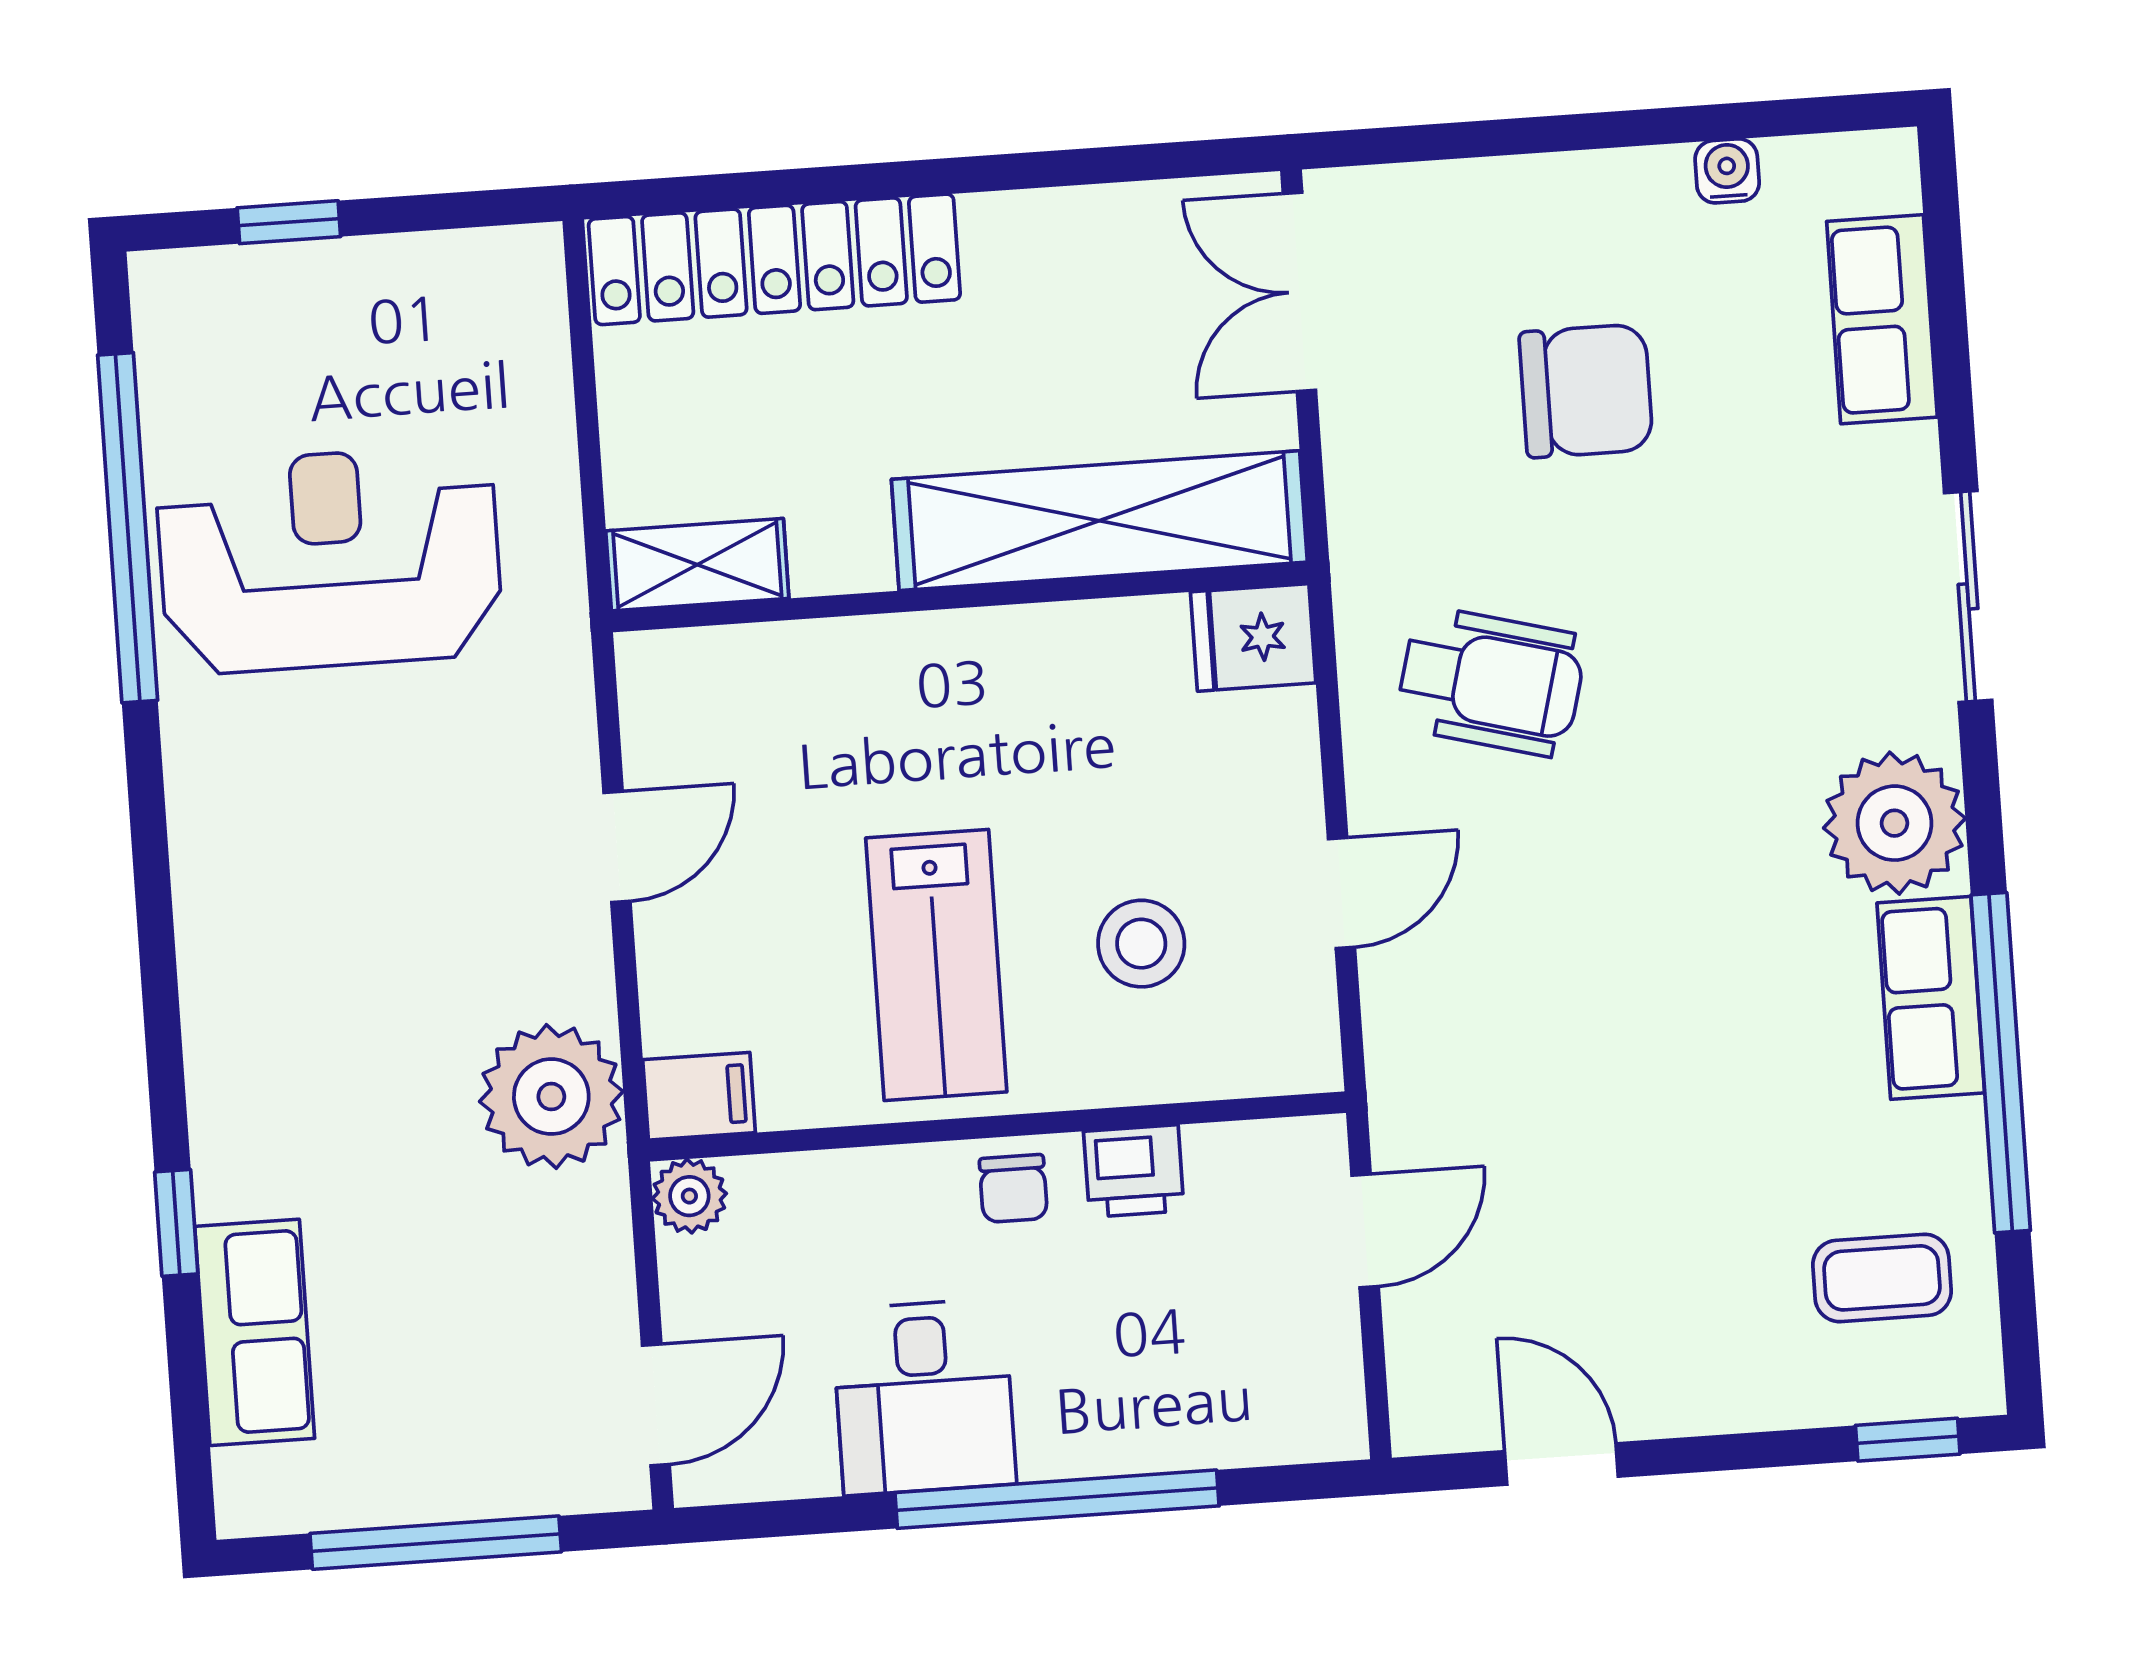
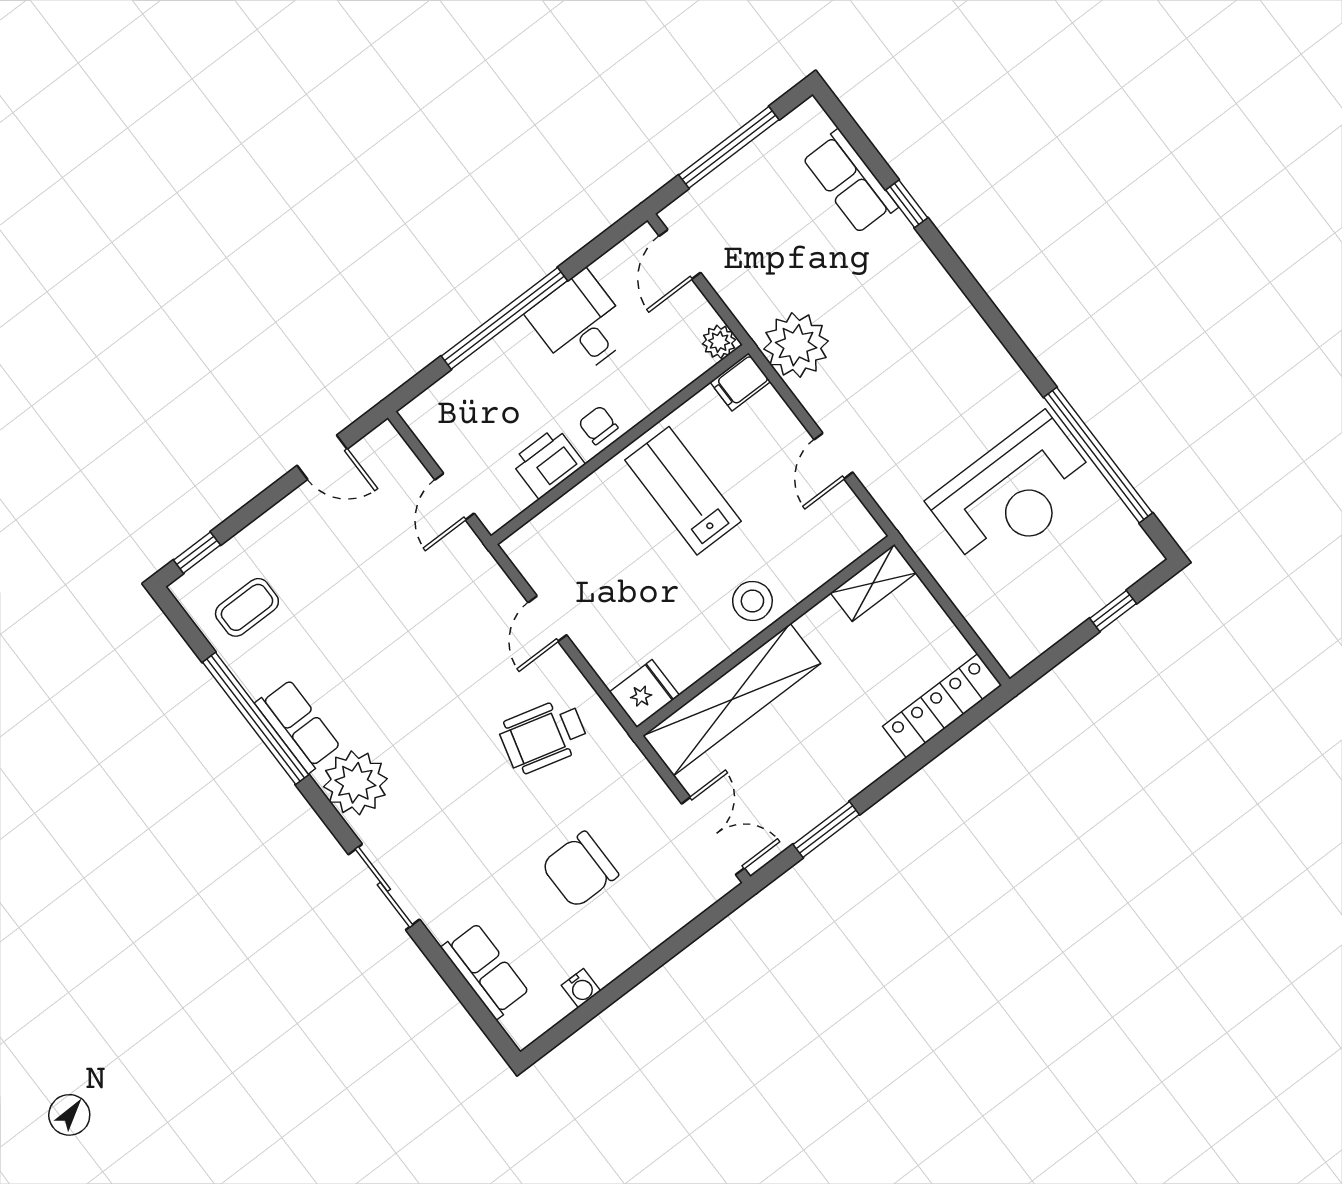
window: (1083, 167) -> (826, 829), added
locker: (774, 259) -> (942, 706), width x0.71, depth x0.83
stool: (1141, 944) -> (752, 601), moved
printer: (1134, 1171) -> (548, 463), width x1.36, depth x1.24

